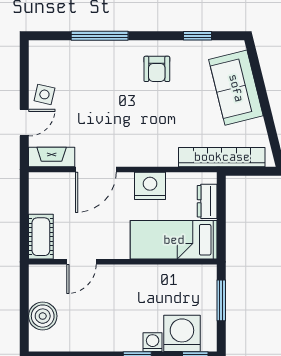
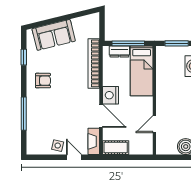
bookcase: (222, 157) -> (94, 63), moved
nightstand: (150, 186) -> (111, 95), moved
window: (221, 217) -> (128, 43), added
cot: (41, 237) -> (116, 148), moved
door: (81, 262) -> (154, 124), swing flipped

